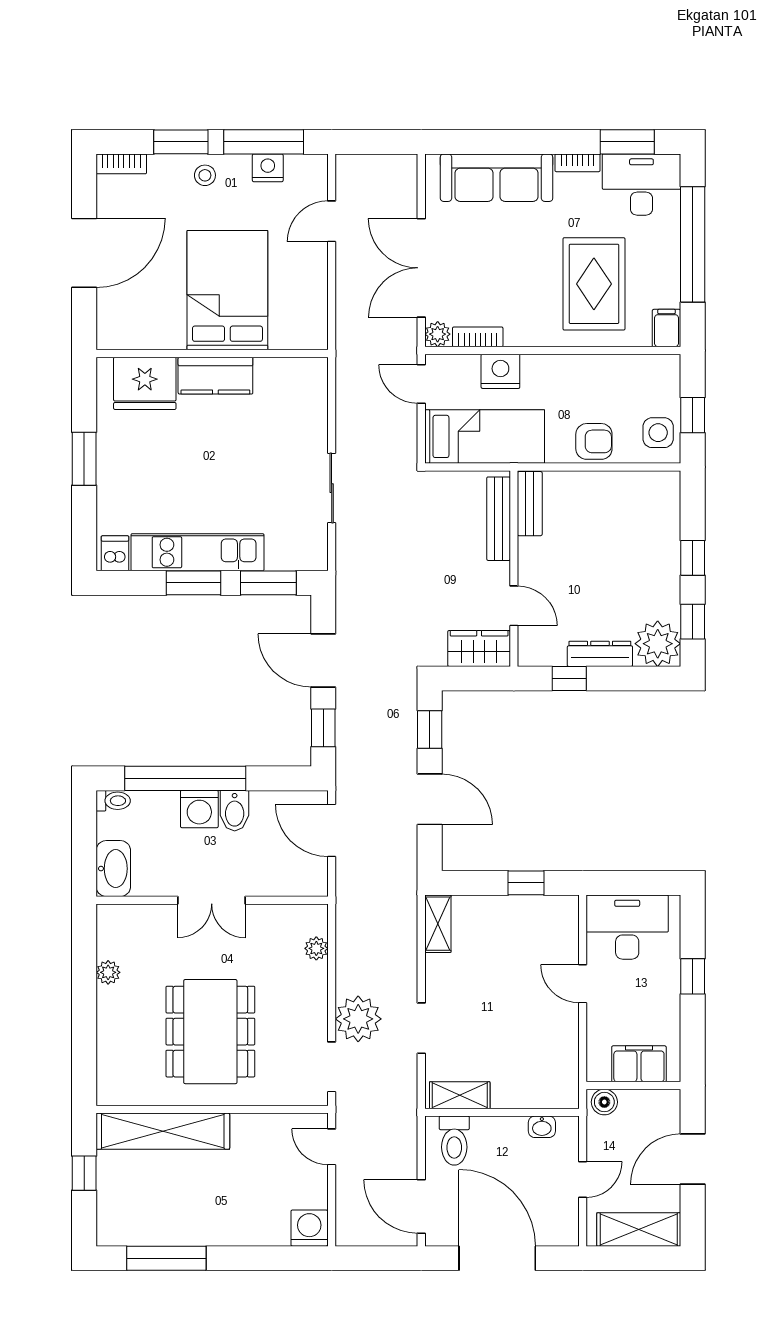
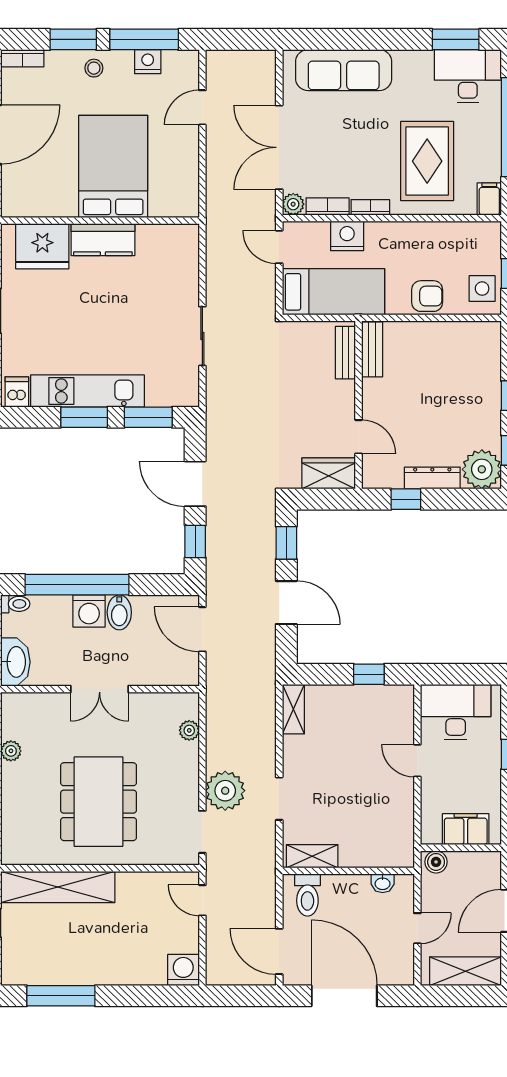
bookcase: (578, 163) -> (370, 207), moved, turned 180
bench: (499, 519) -> (345, 353), width x0.73

